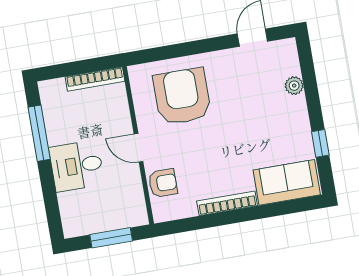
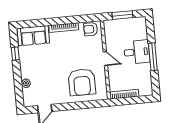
window: (39, 133) -> (153, 57), moved
armchair: (163, 183) -> (91, 29), moved

